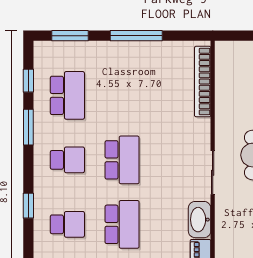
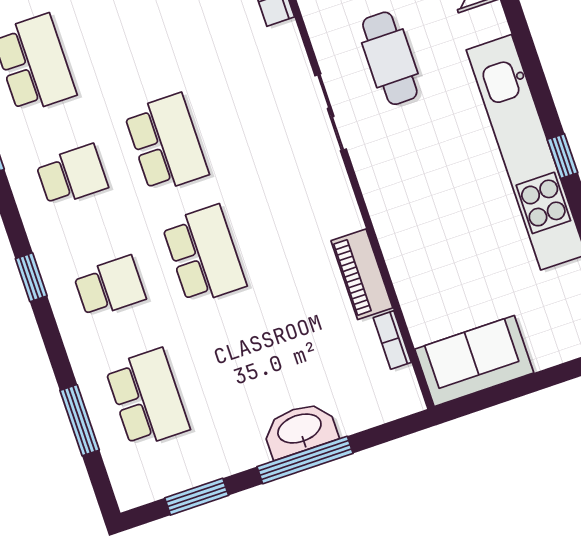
washbasin: (200, 220) -> (335, 201), removed

